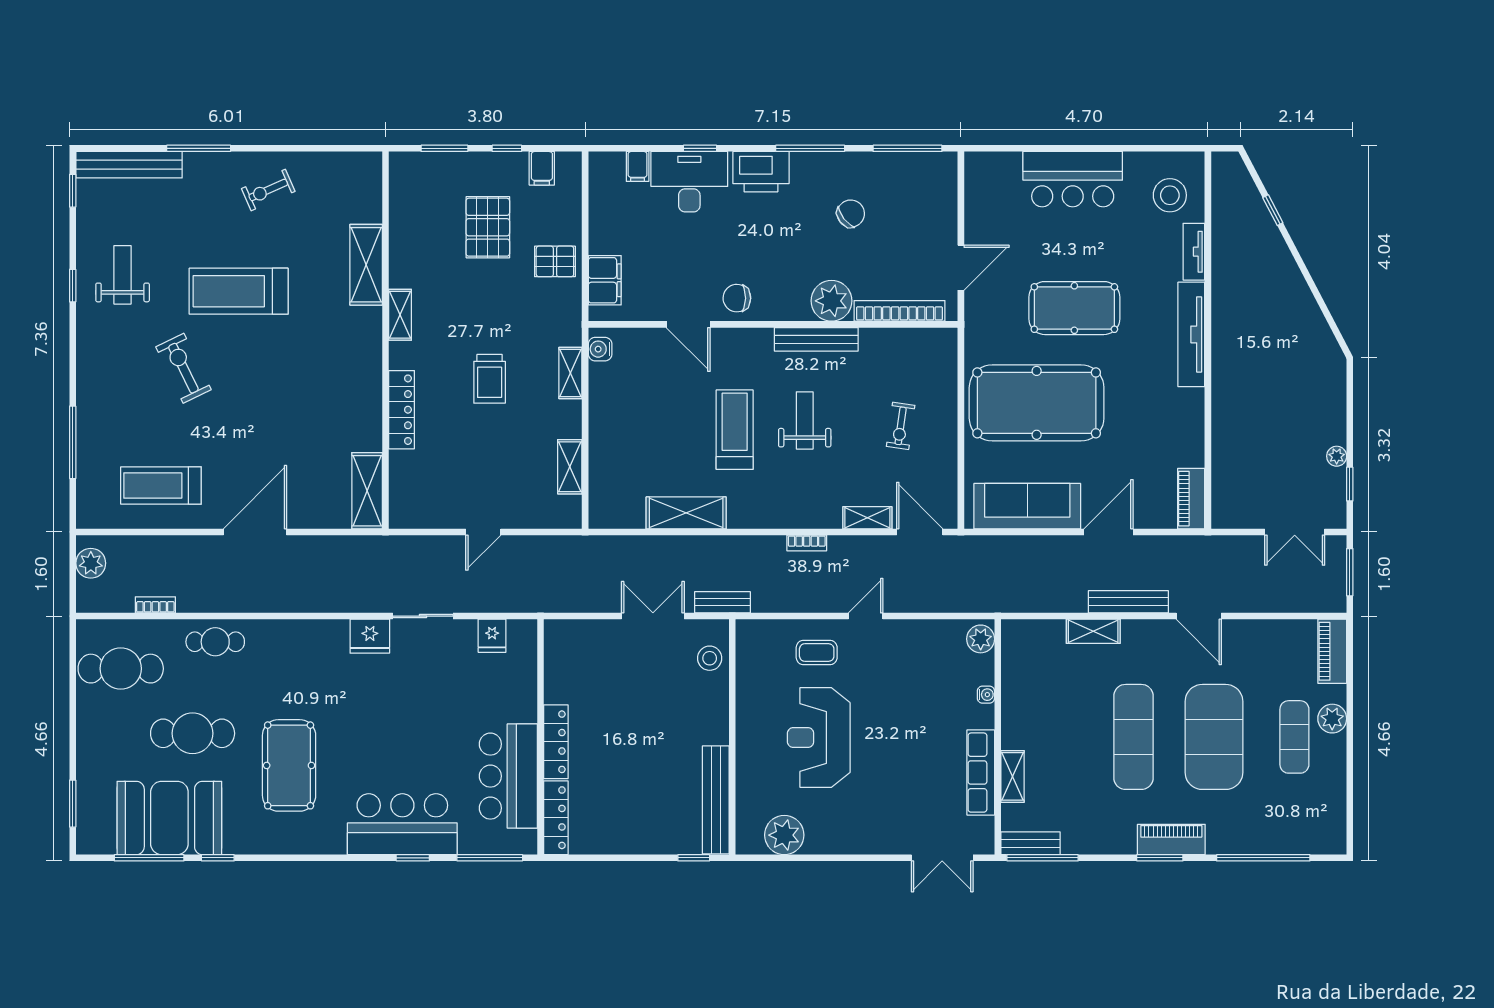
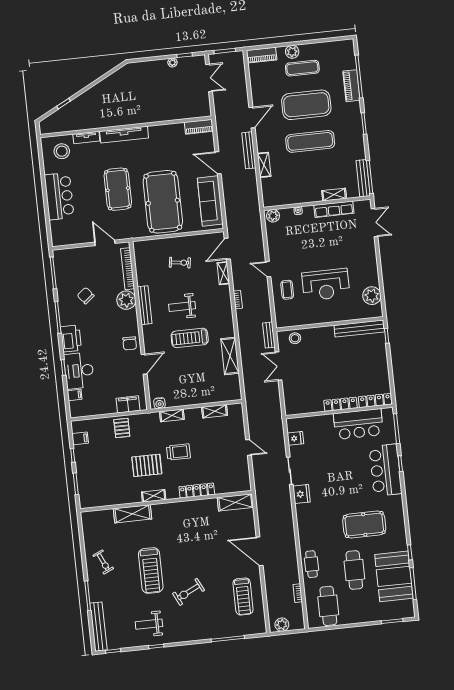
pallet: (488, 227) -> (147, 465), moved
piano: (1171, 839) -> (351, 86), moved
bench: (1031, 843) -> (363, 178), width x1.36

